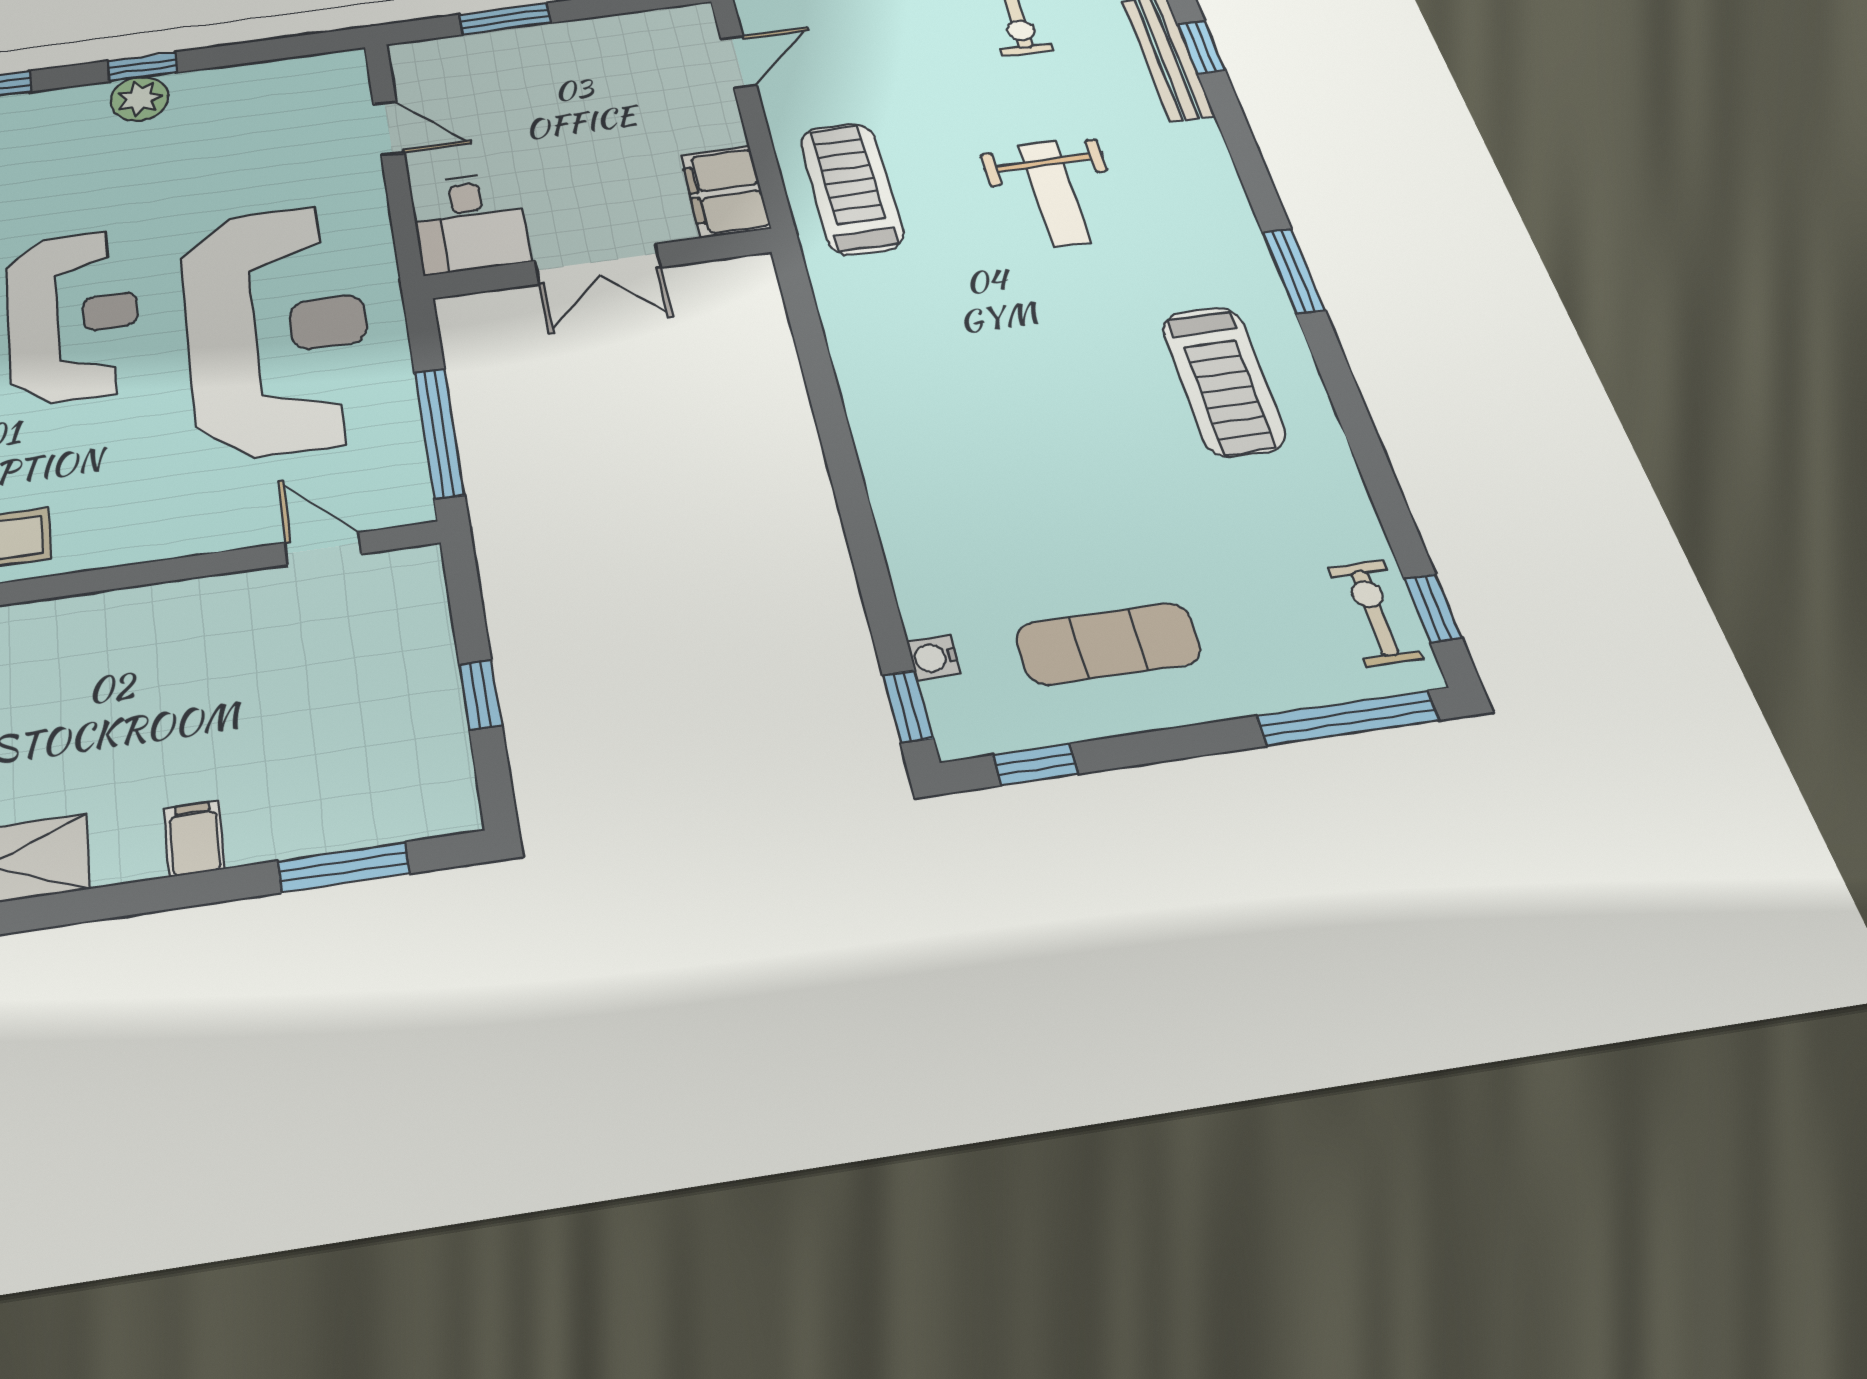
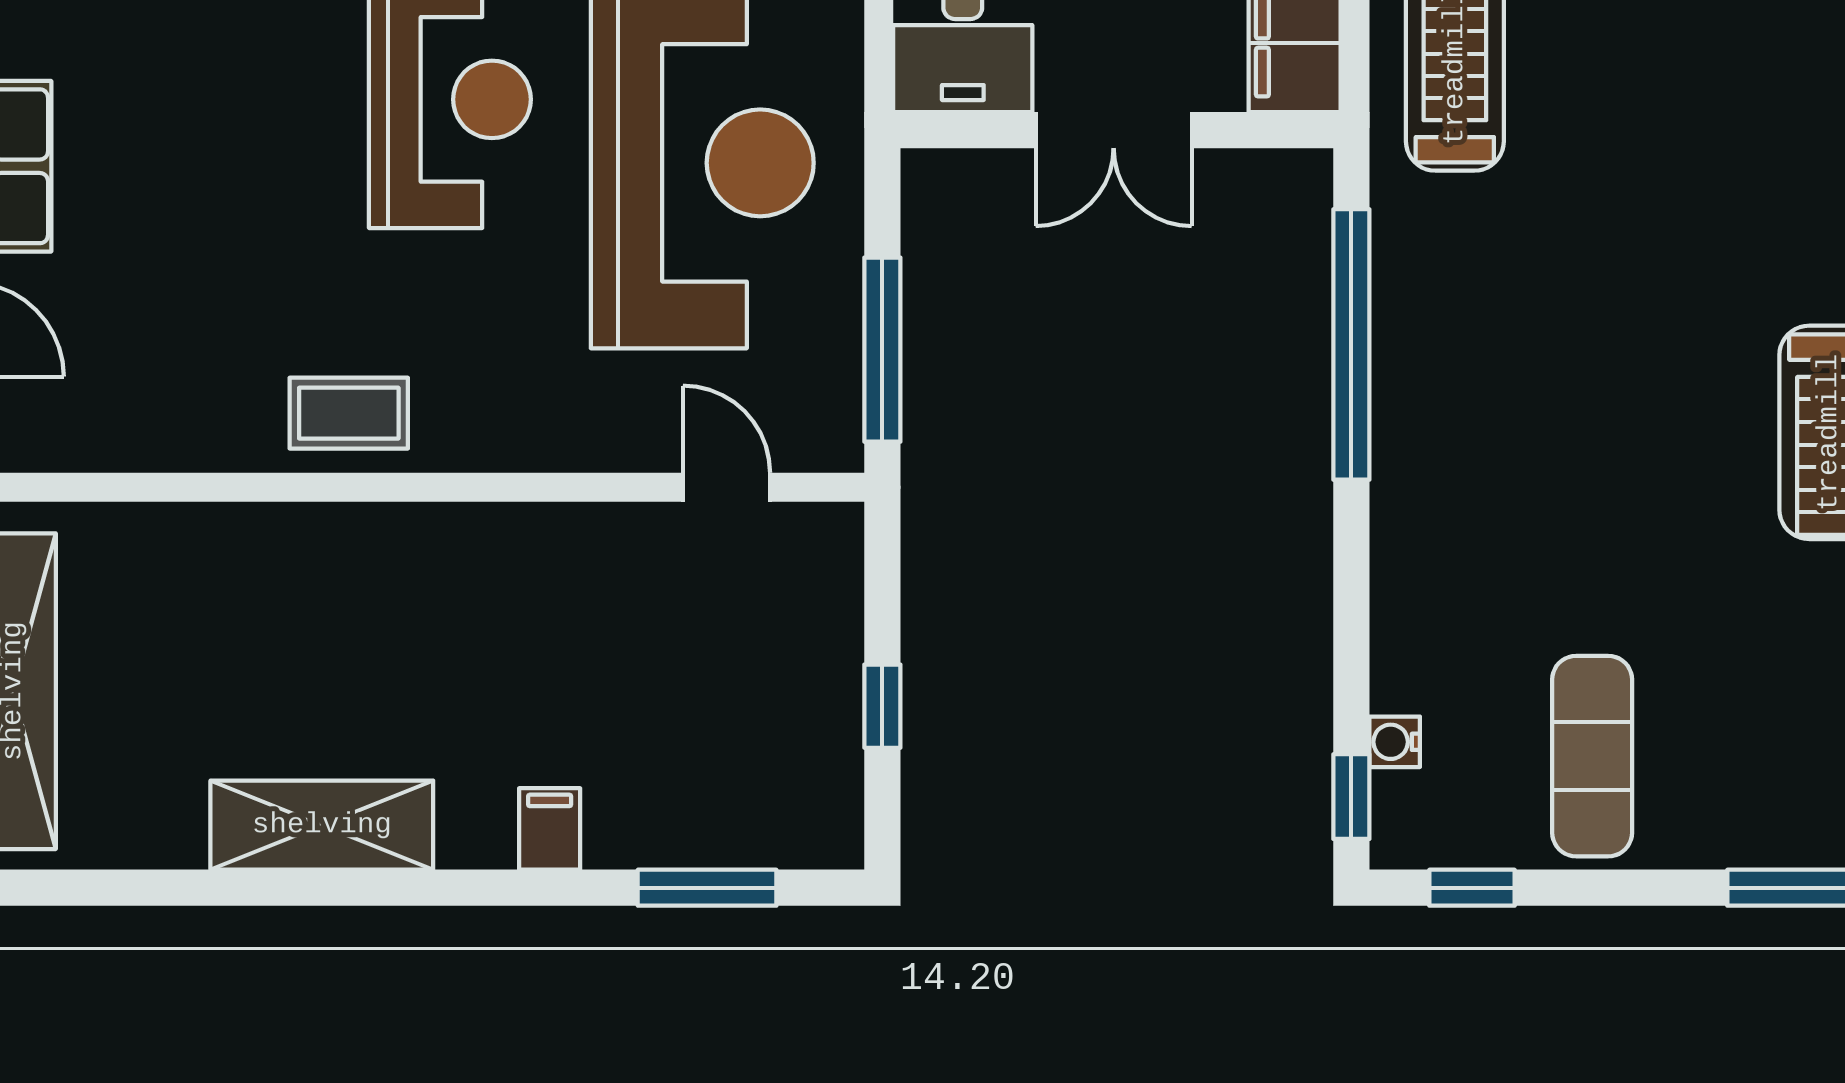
weight bench: (1054, 193) -> (1707, 117), removed
window: (820, 376) -> (1351, 344), added
exercise mat: (1108, 644) -> (1592, 756), turned 90

